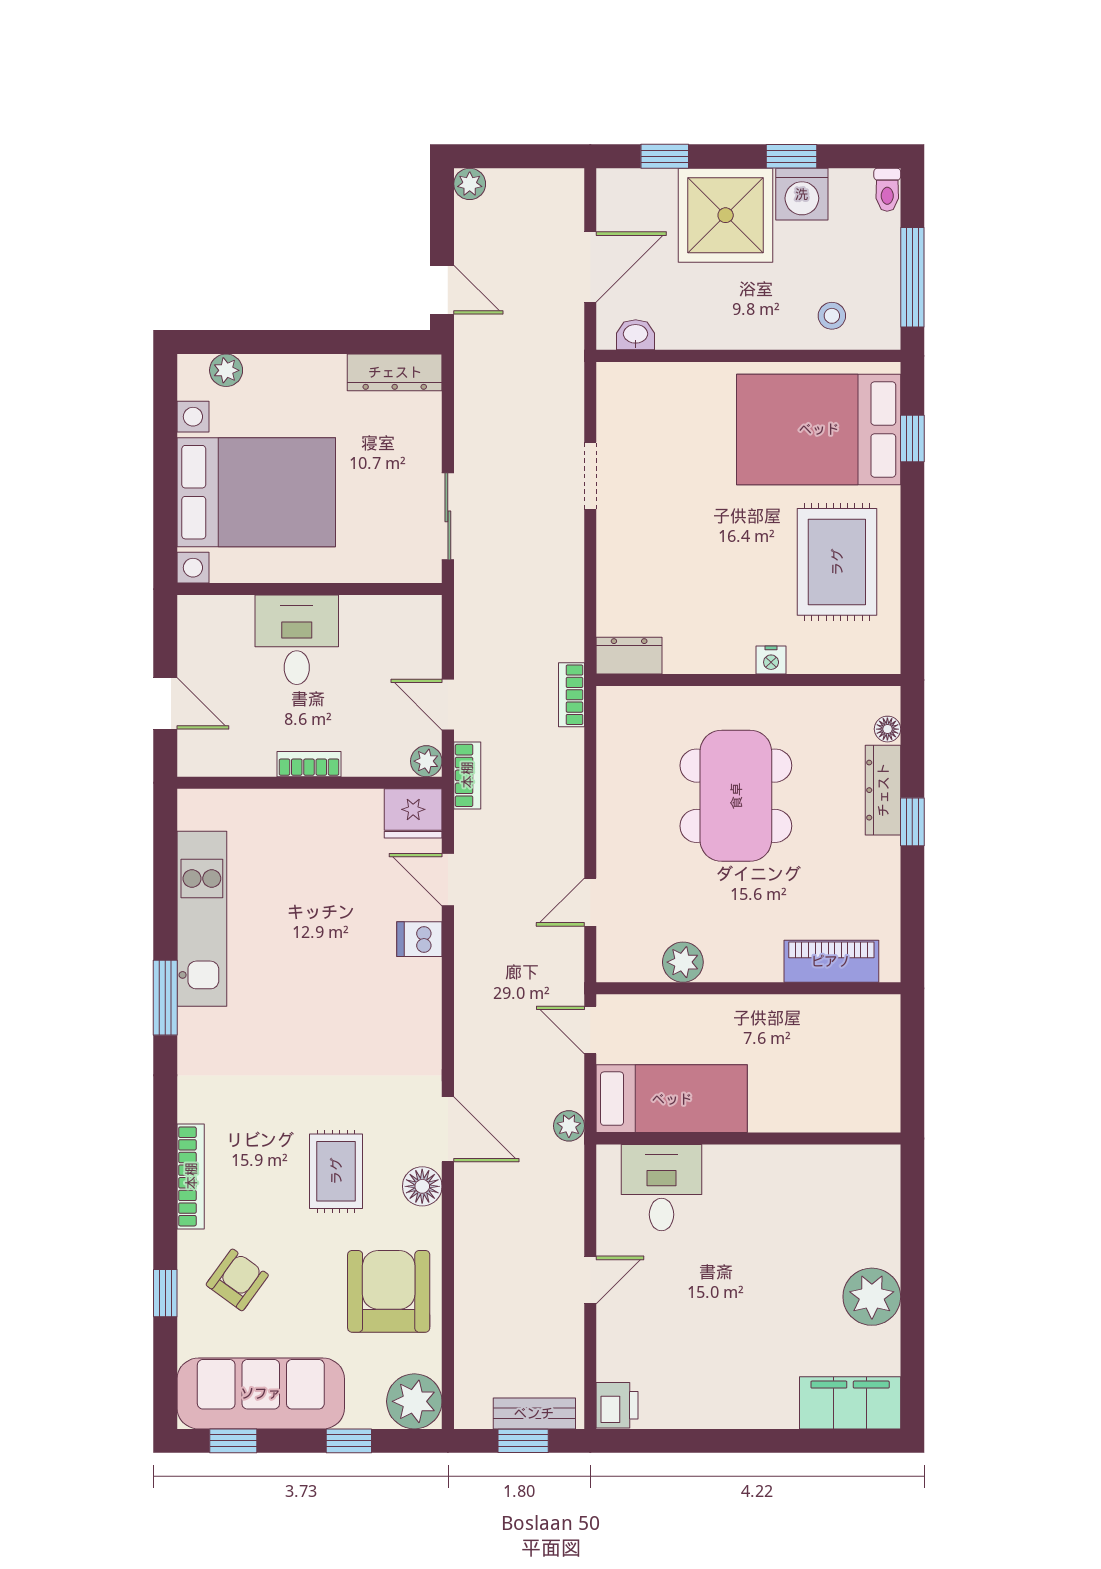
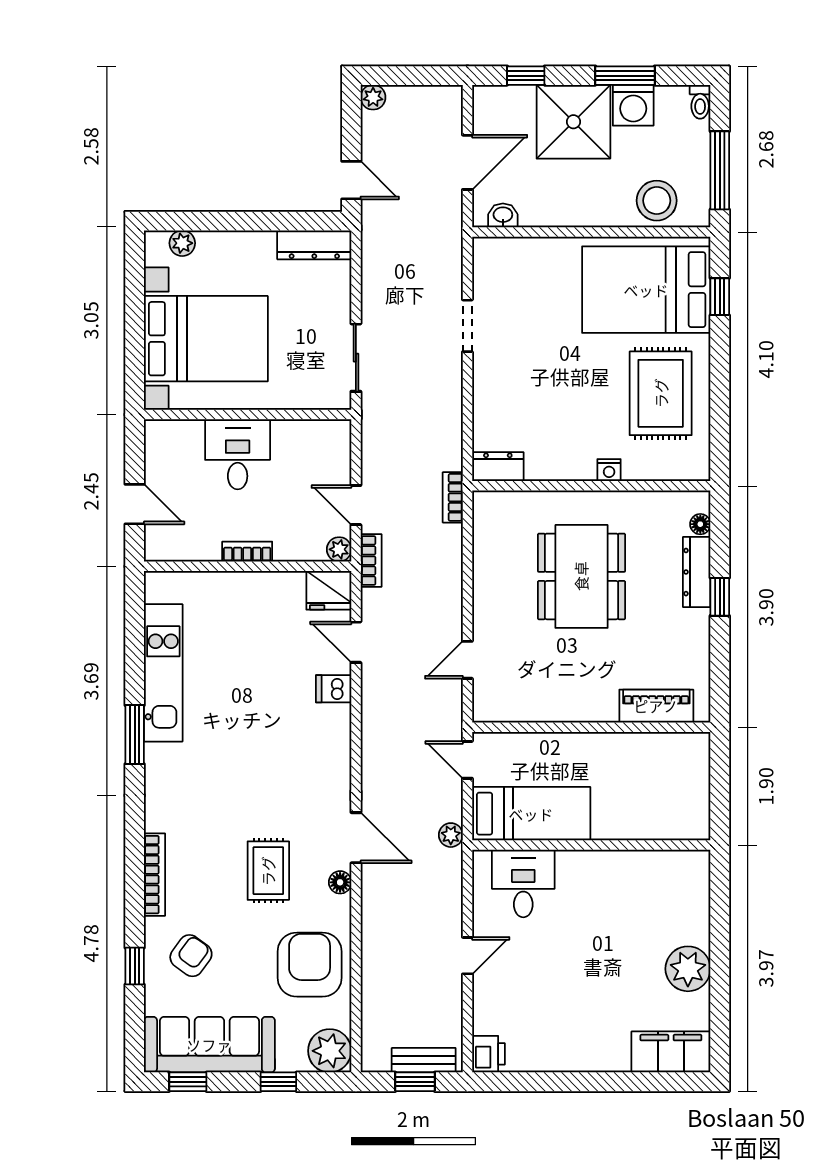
window: (791, 156) -> (625, 76), width x1.50
stool: (832, 316) -> (657, 201), width x1.89, depth x1.89
plant: (683, 962) -> (540, 707), removed
floor lamp: (422, 1186) -> (340, 882), width x0.73, depth x0.73

